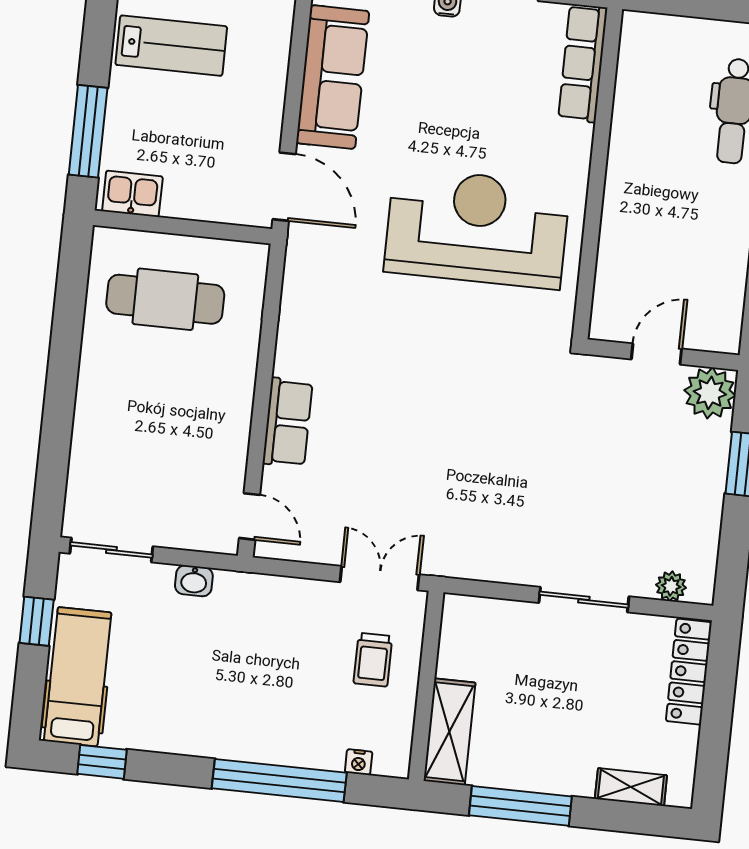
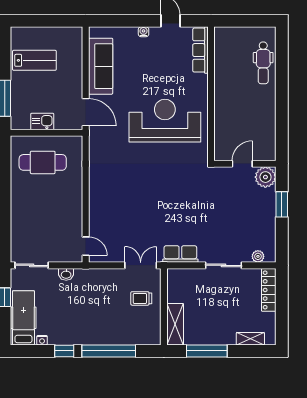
kitchen sink: (132, 194) -> (42, 121), moved
row of seats: (288, 422) -> (180, 254), moved, turned -90
trolley: (373, 660) -> (141, 298), turned 90
window: (102, 762) -> (64, 351), moved
nightstand: (359, 762) -> (42, 340), moved

